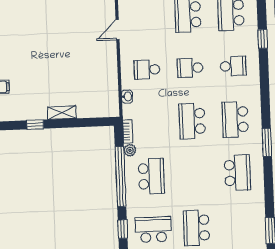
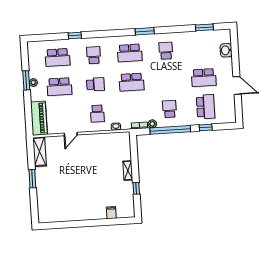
door: (118, 30) -> (71, 134), hinge flipped
school desk: (190, 68) -> (95, 84), turned -90
school desk: (237, 173) -> (166, 51), width x0.54
school desk: (151, 176) -> (169, 109), width x0.54
school desk: (153, 230) -> (206, 107), turned 180

